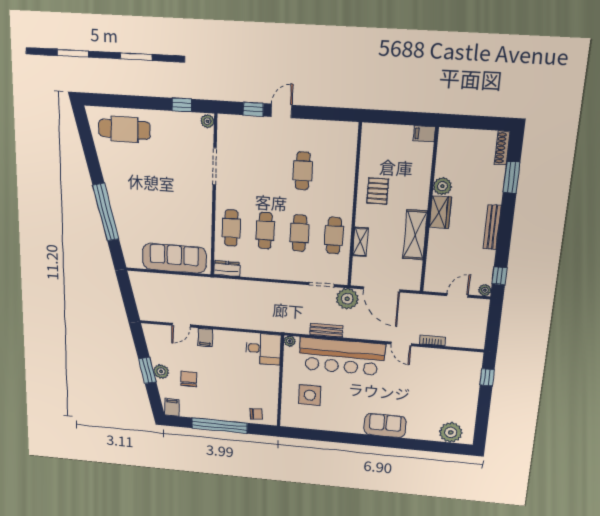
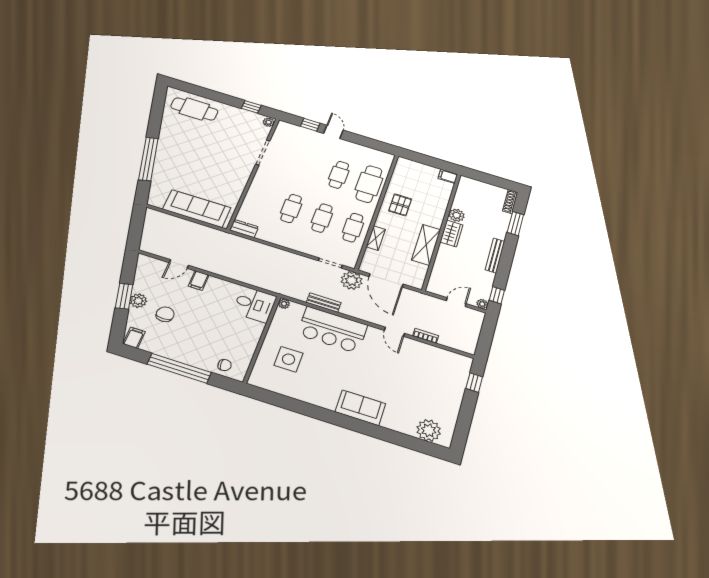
door: (281, 111) -> (333, 132), hinge flipped
cafe table: (231, 228) -> (369, 184), moved, width x1.37, depth x1.35
bar counter: (342, 356) -> (332, 330), width x0.73

